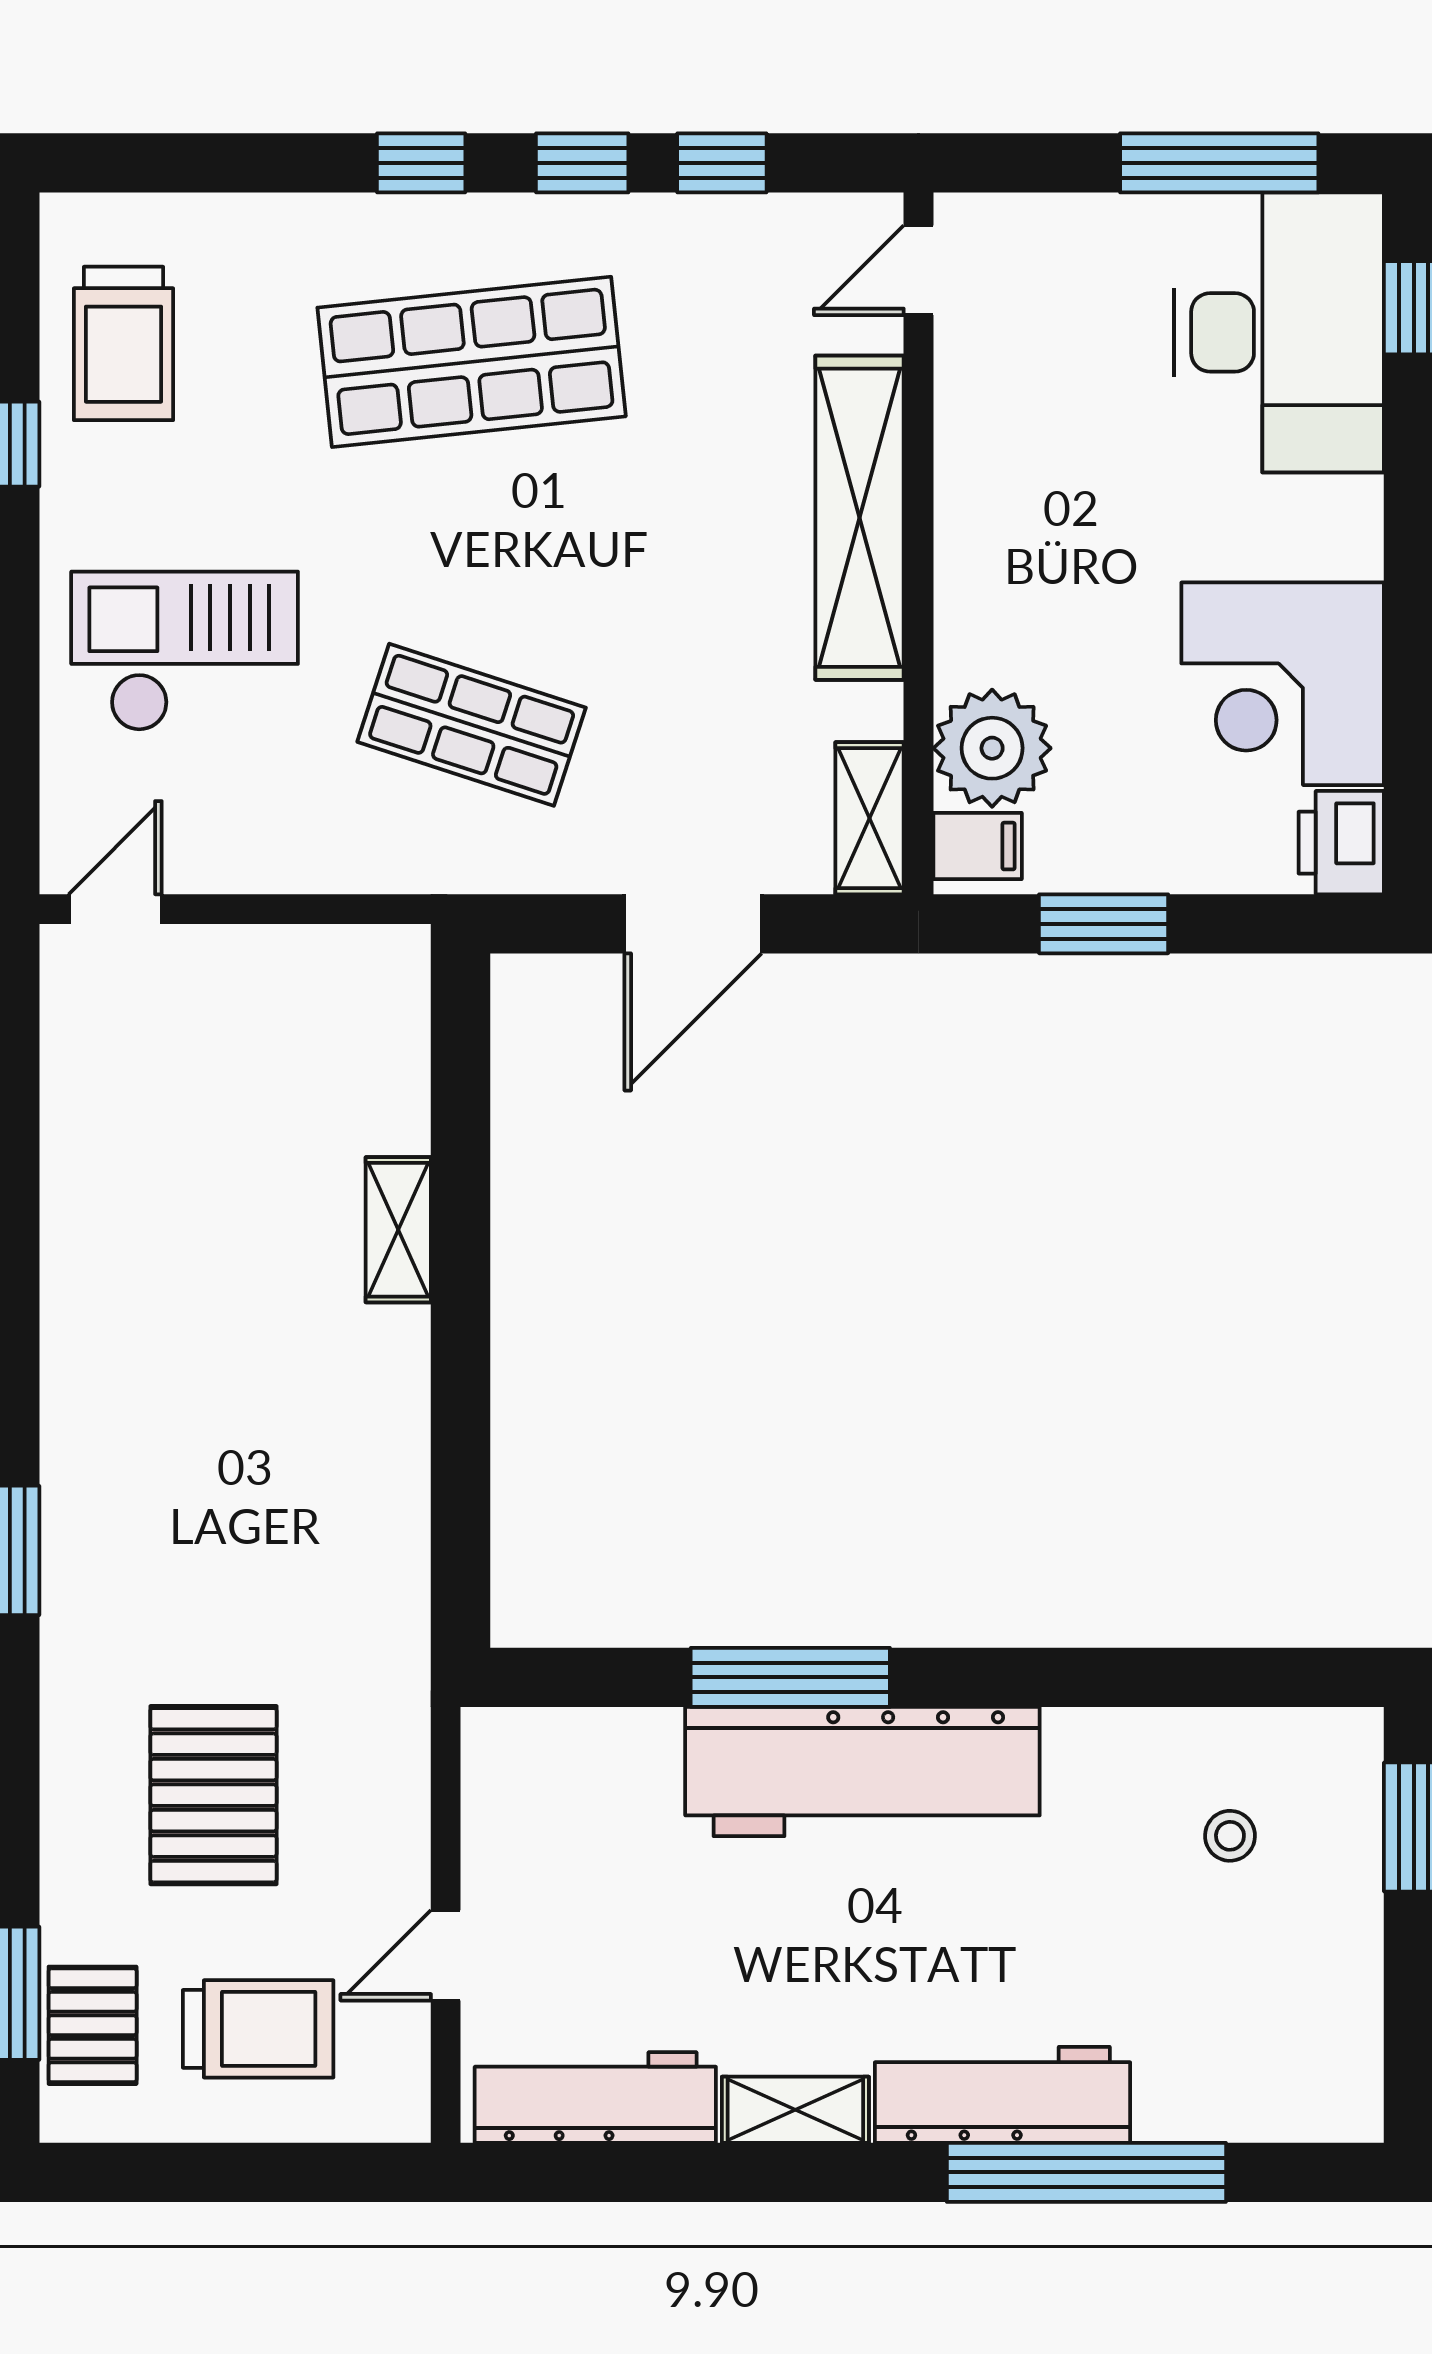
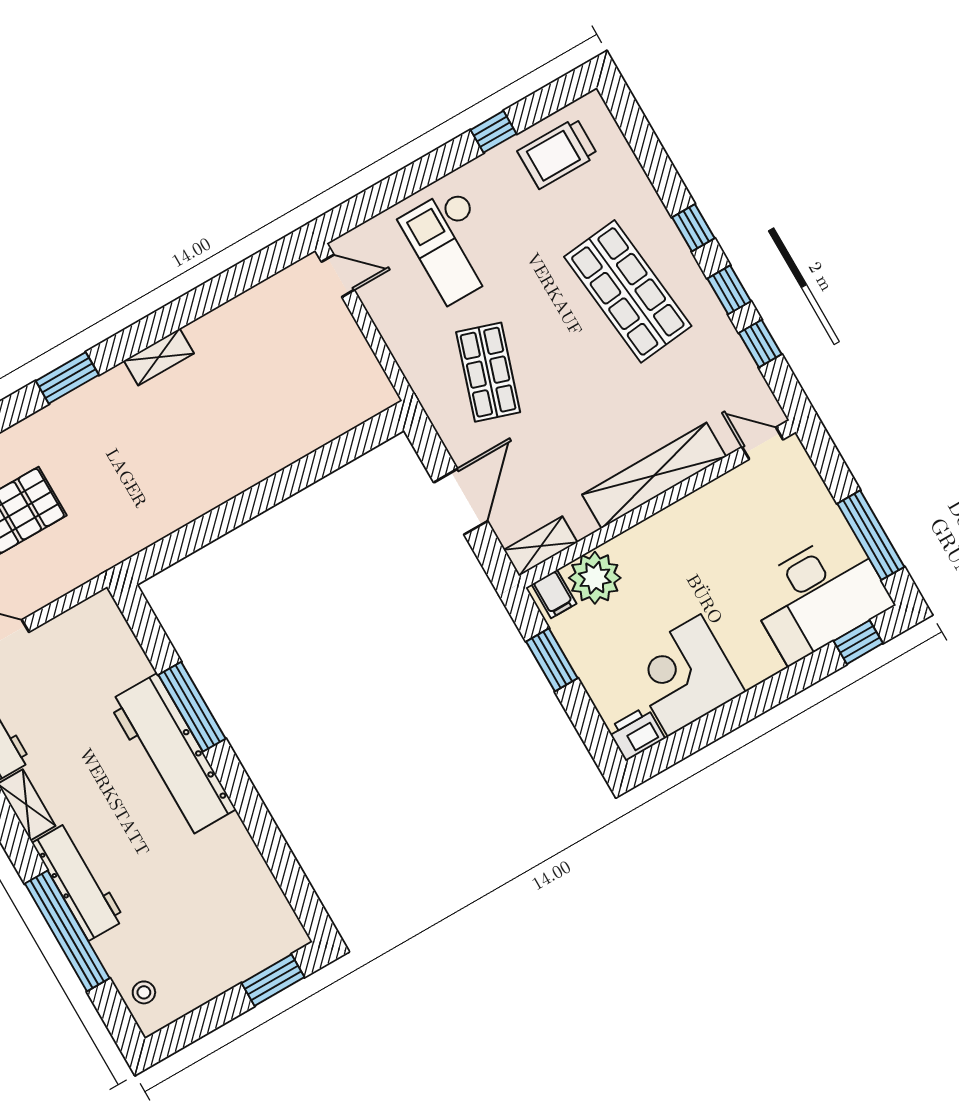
checkout: (185, 651) -> (453, 245), turned 180
door: (693, 924) -> (461, 502), swing flipped
shelving: (398, 1230) -> (159, 357), moved
stool: (1230, 1836) -> (144, 992), moved

